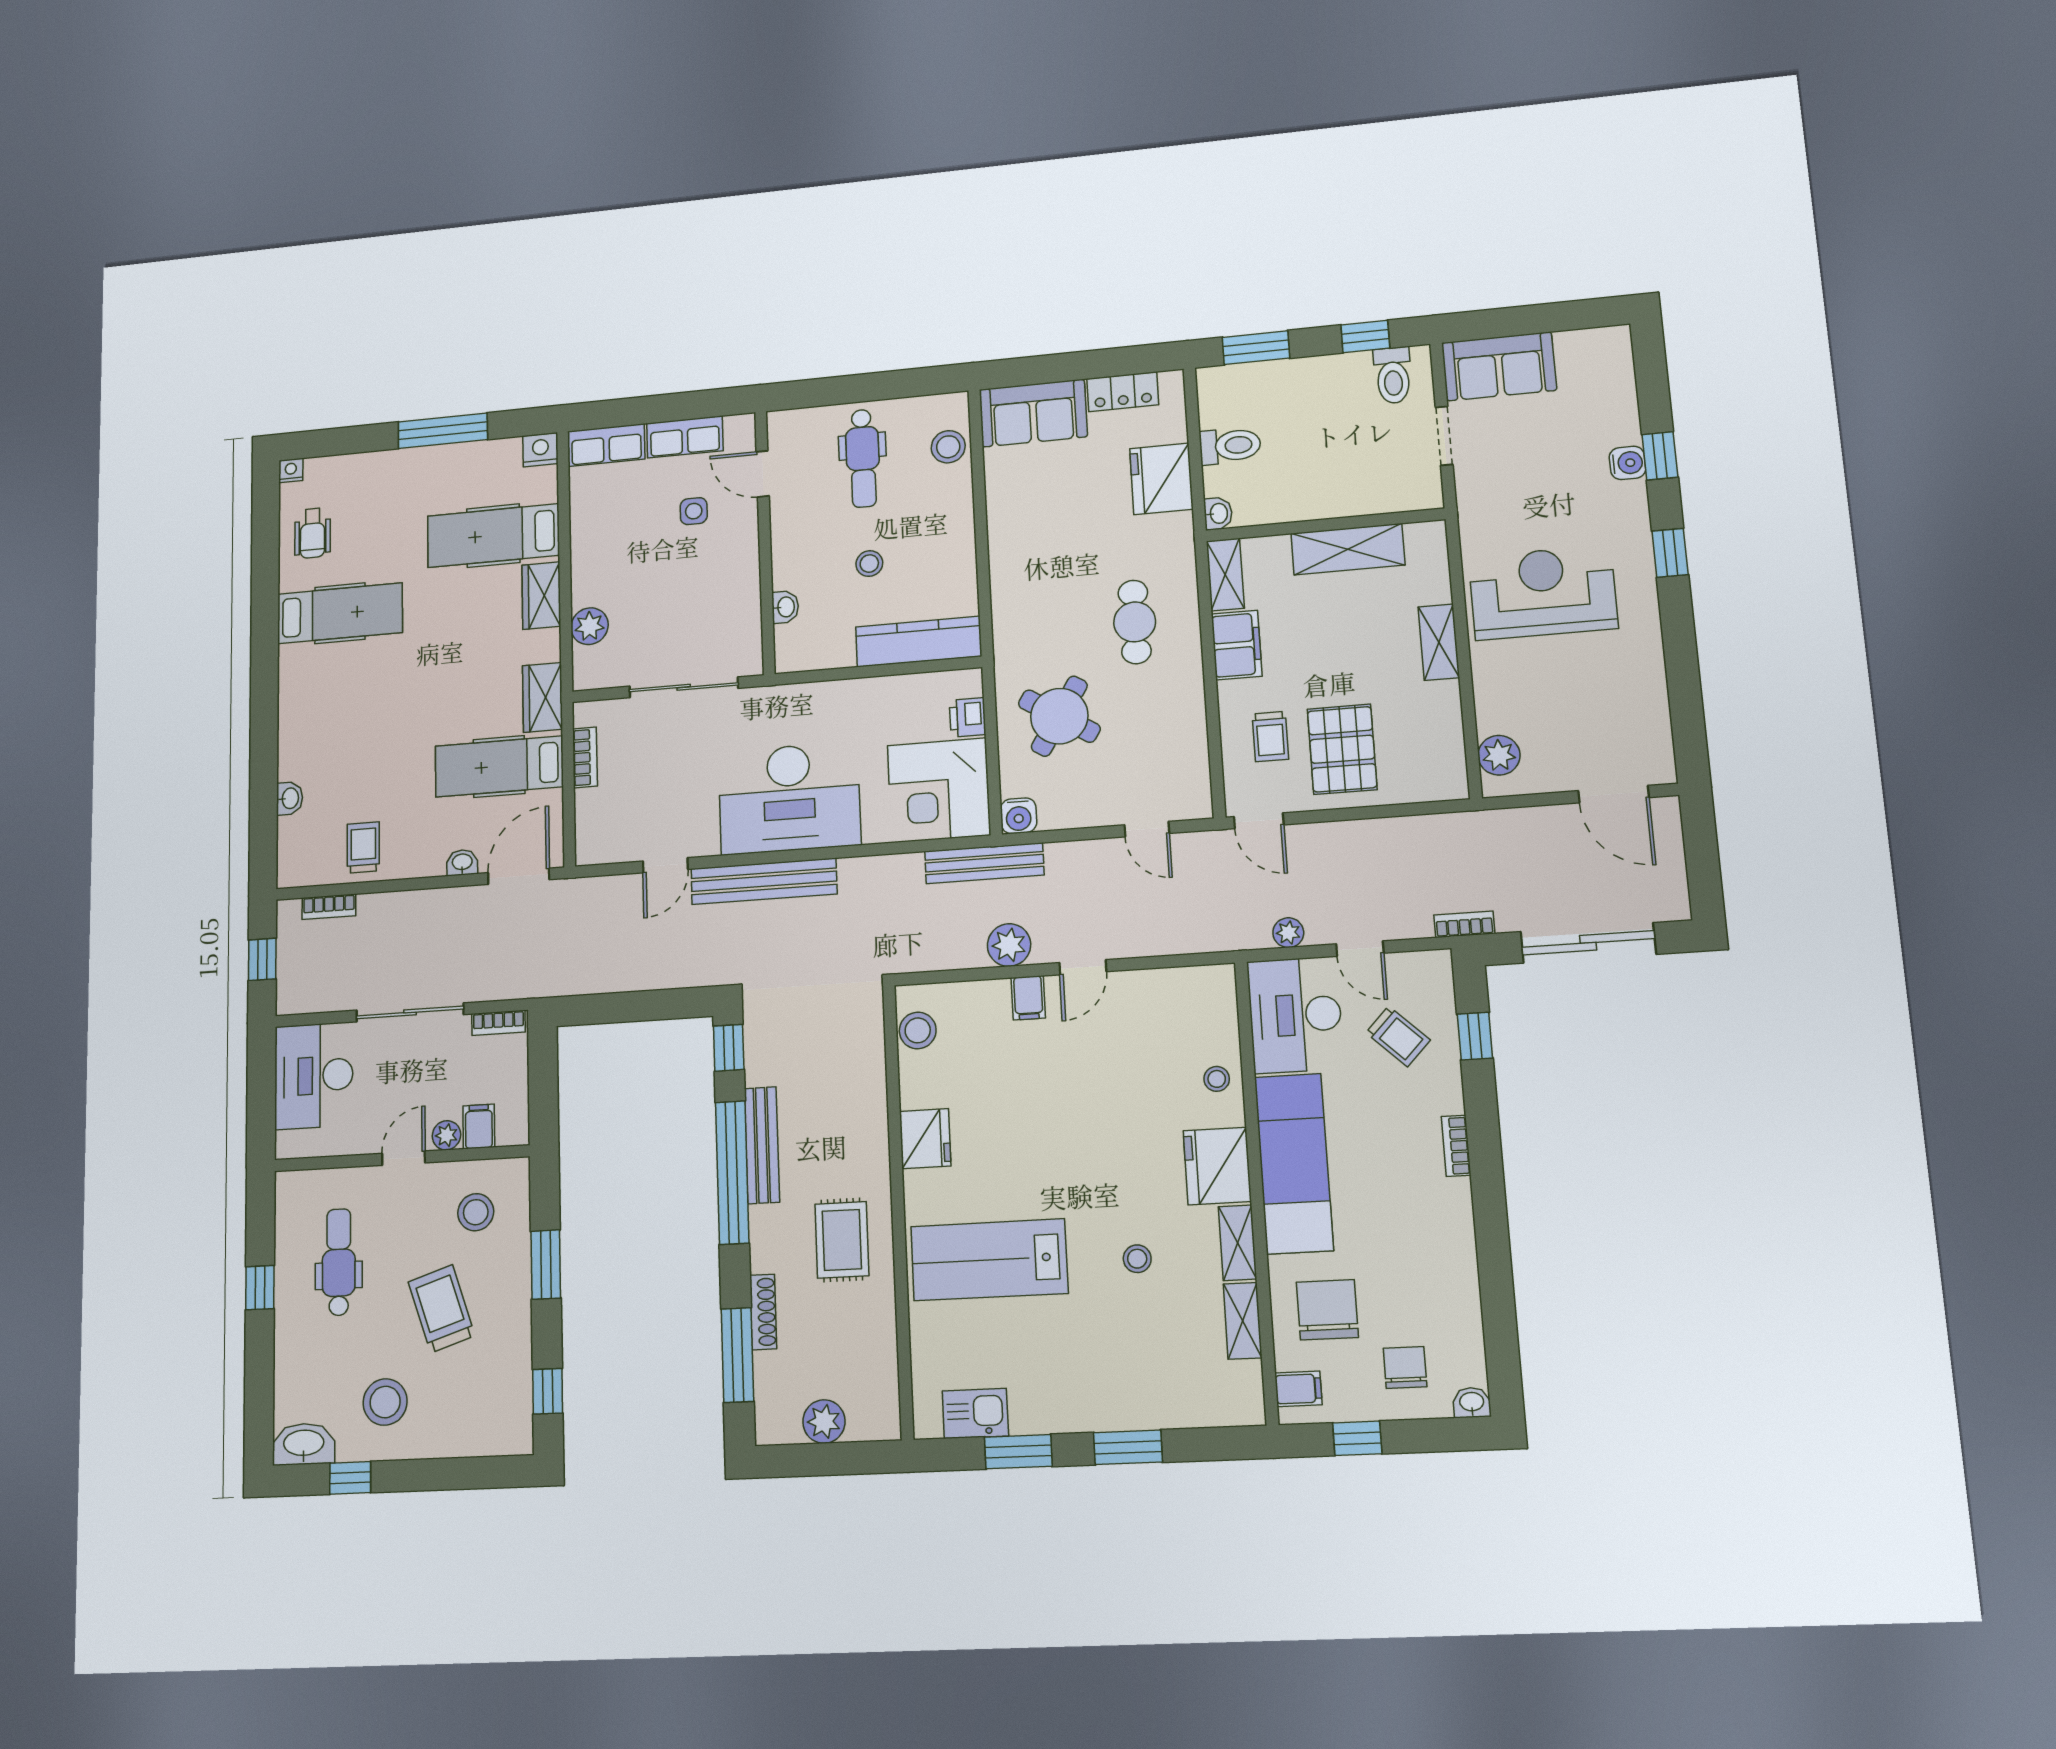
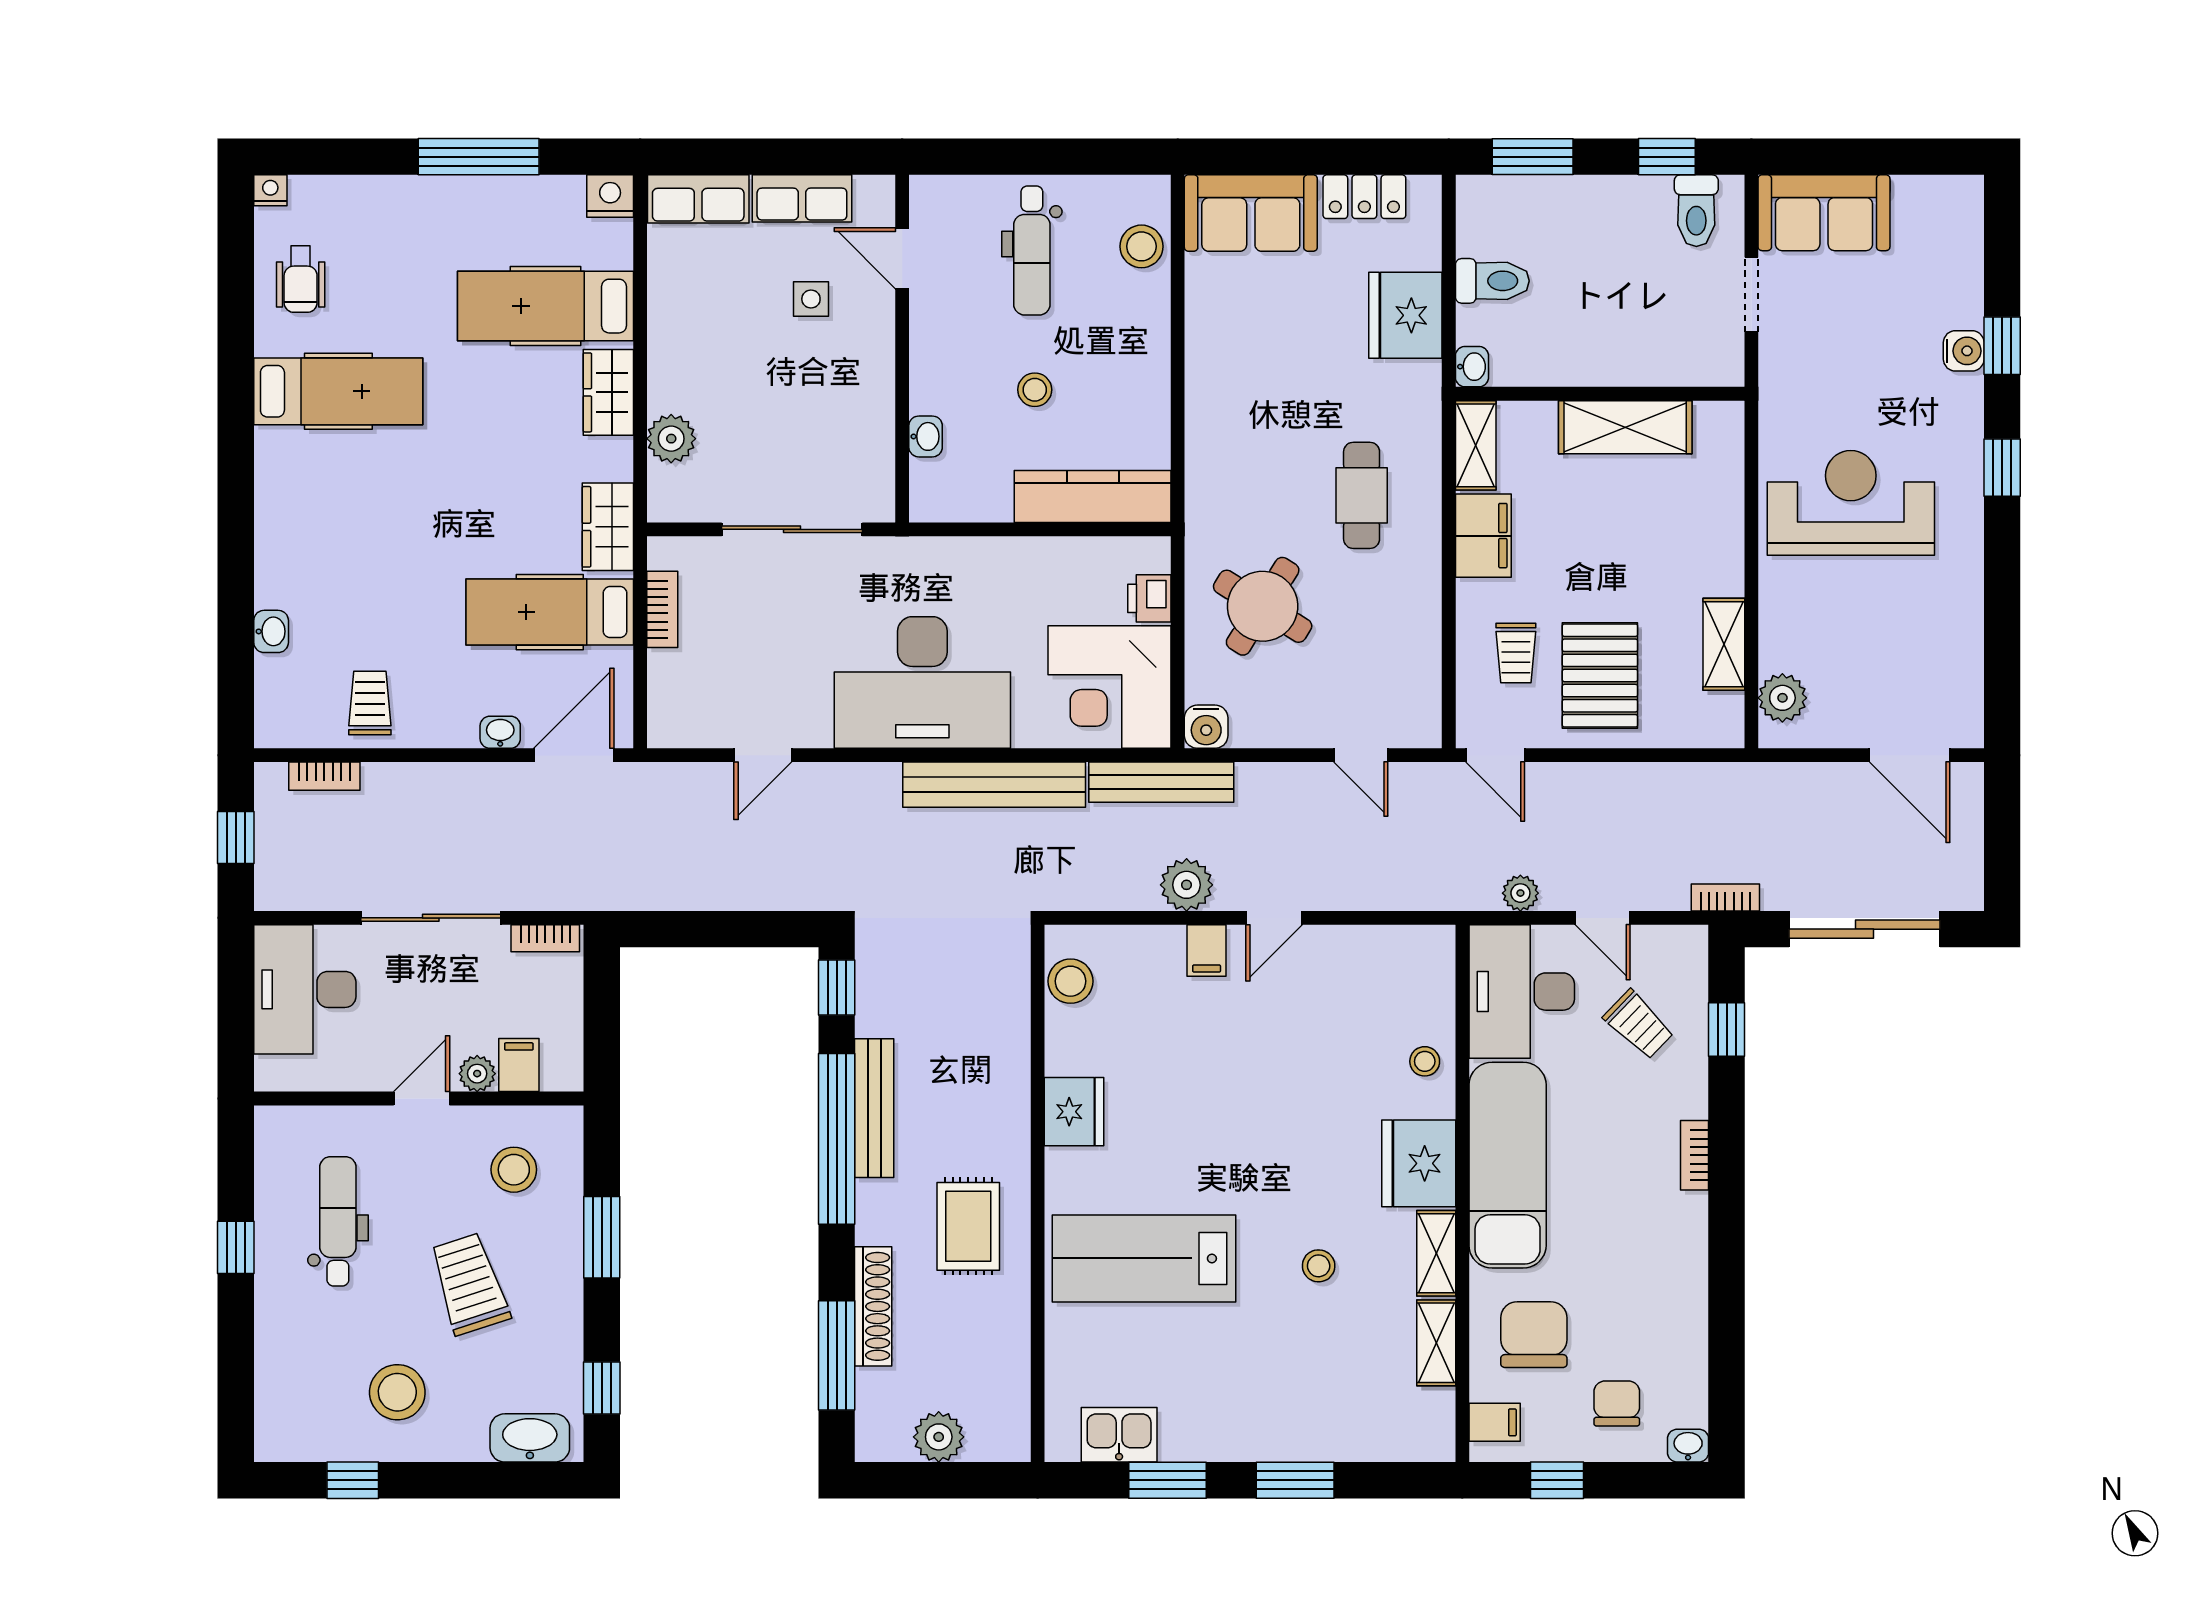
shelving: (1439, 642) -> (1724, 644), moved
bench: (764, 881) -> (994, 785), moved
shoe rack: (763, 1312) -> (873, 1306), width x1.36, depth x1.24
washbasin: (304, 1444) -> (530, 1438), moved

